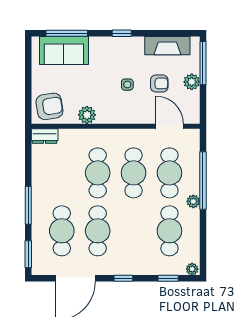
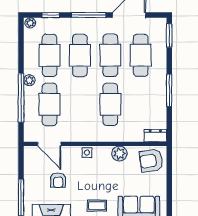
coffee table: (113, 53) -> (97, 206), added
plant: (192, 82) -> (31, 182), removed
armchair: (159, 83) -> (58, 180), turned -90
side table: (127, 85) -> (87, 153), moved
cafe table: (134, 173) -> (80, 55), moved
window: (28, 205) -> (169, 90), moved
window: (123, 278) -> (89, 15), width x2.17

